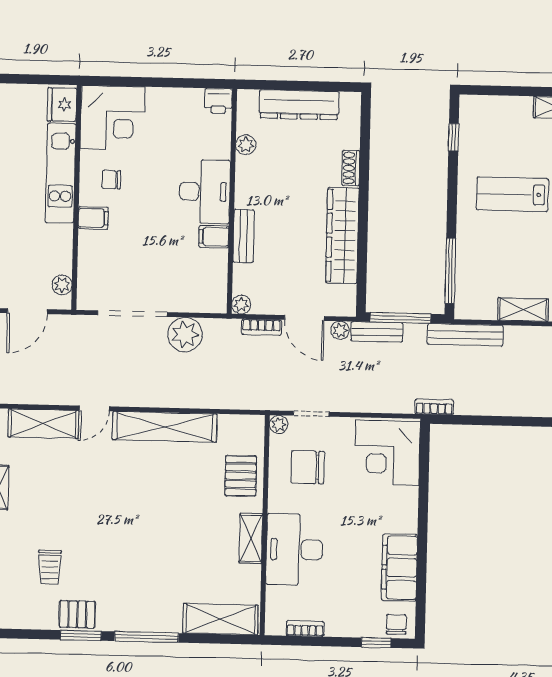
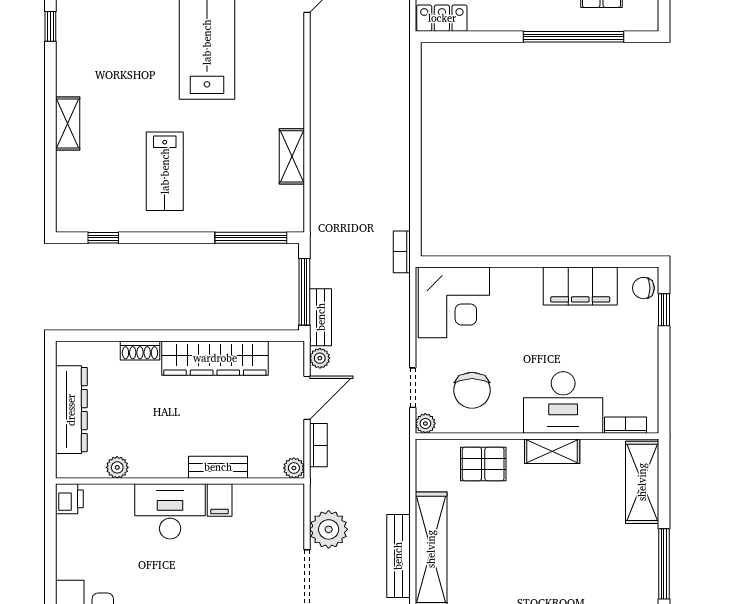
bench: (465, 335) -> (398, 556), moved
bookcase: (305, 629) -> (625, 425), moved, turned 90

